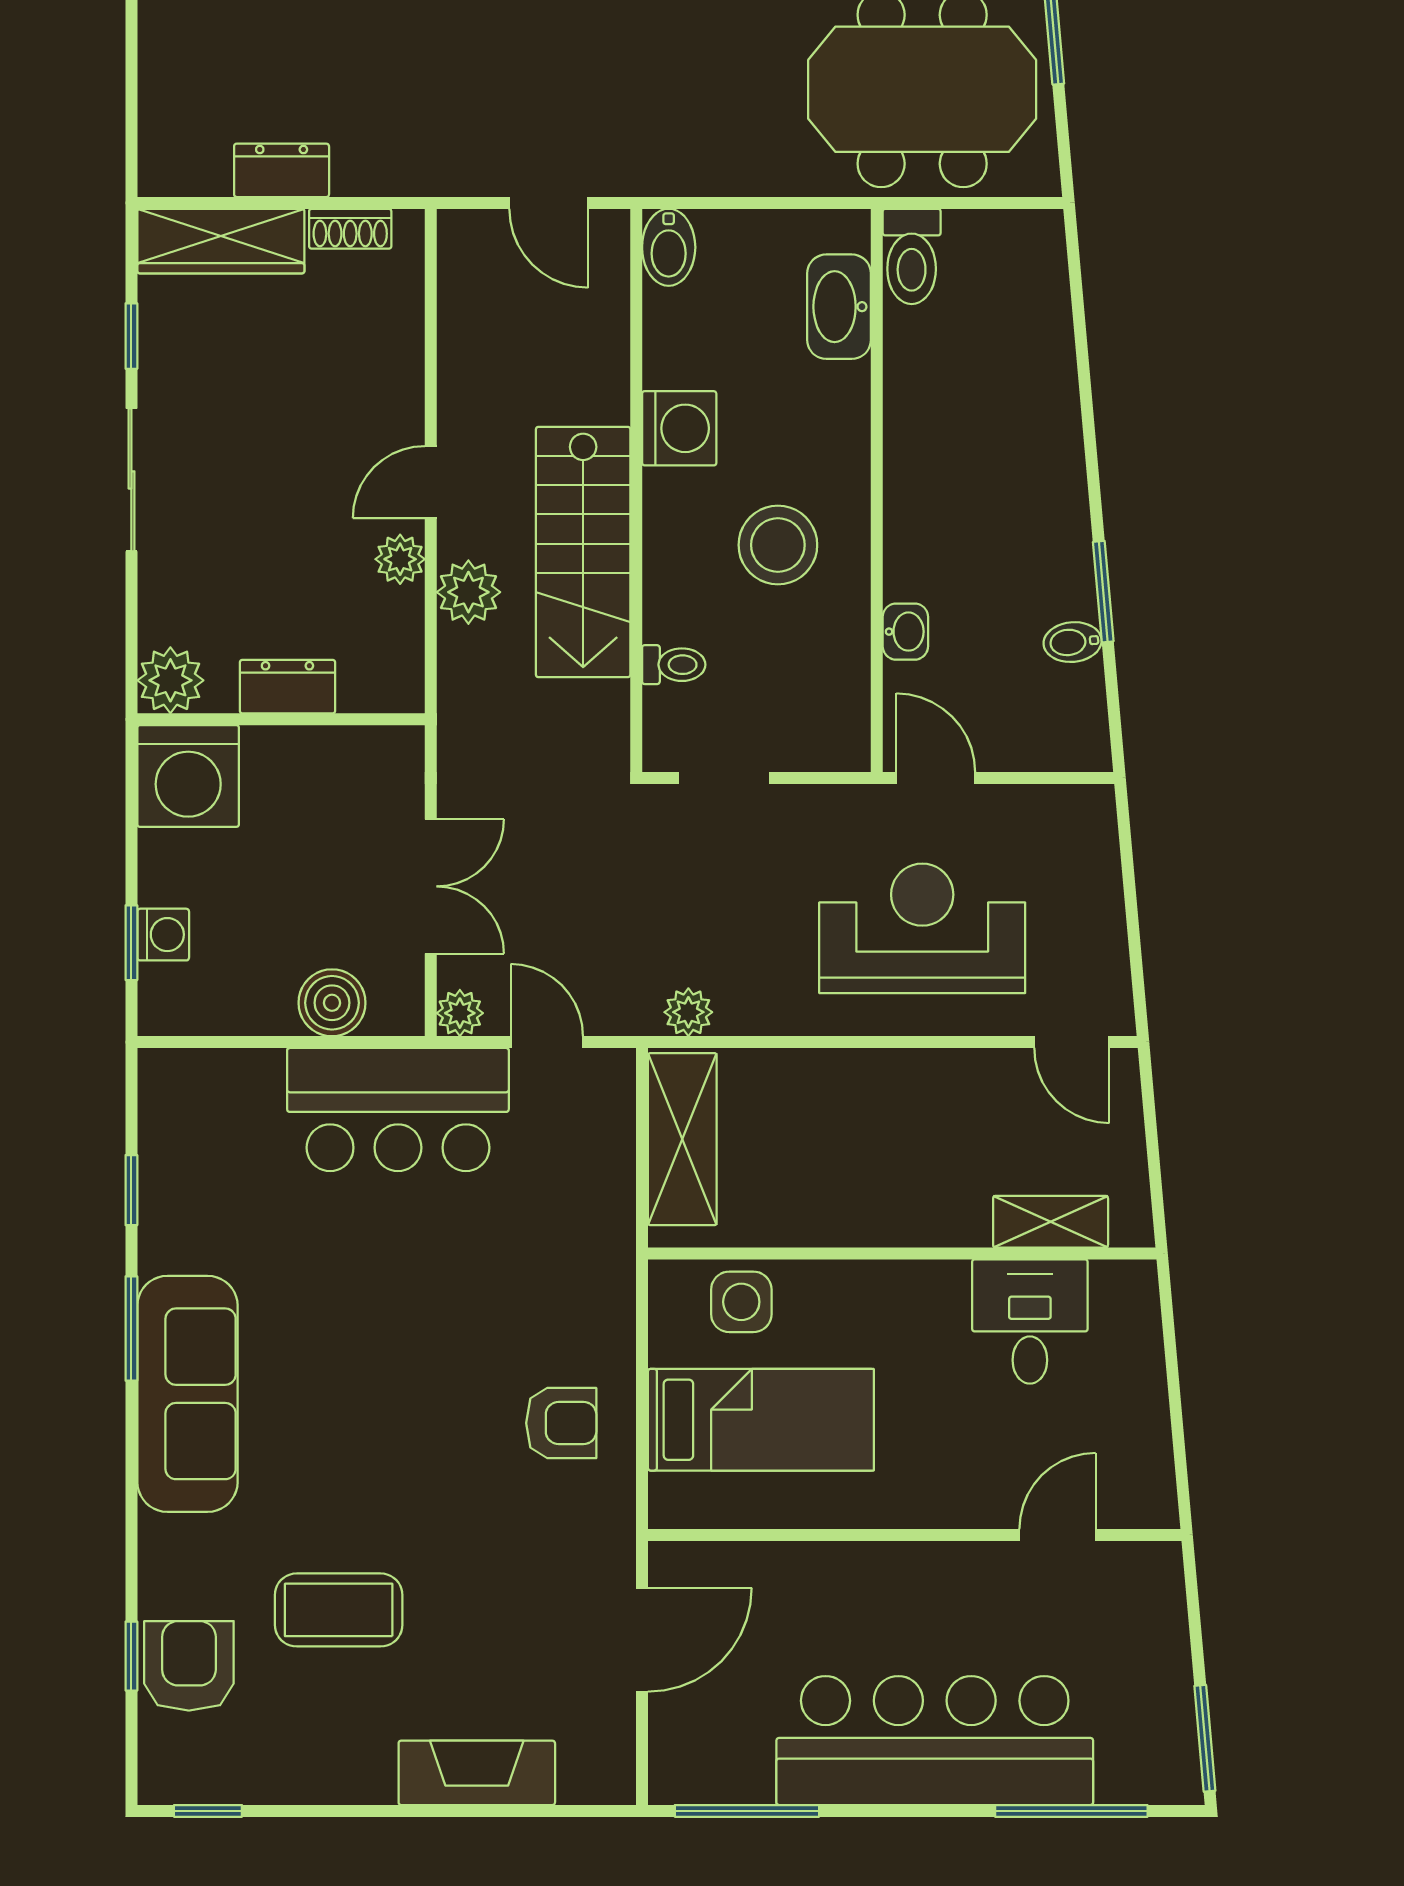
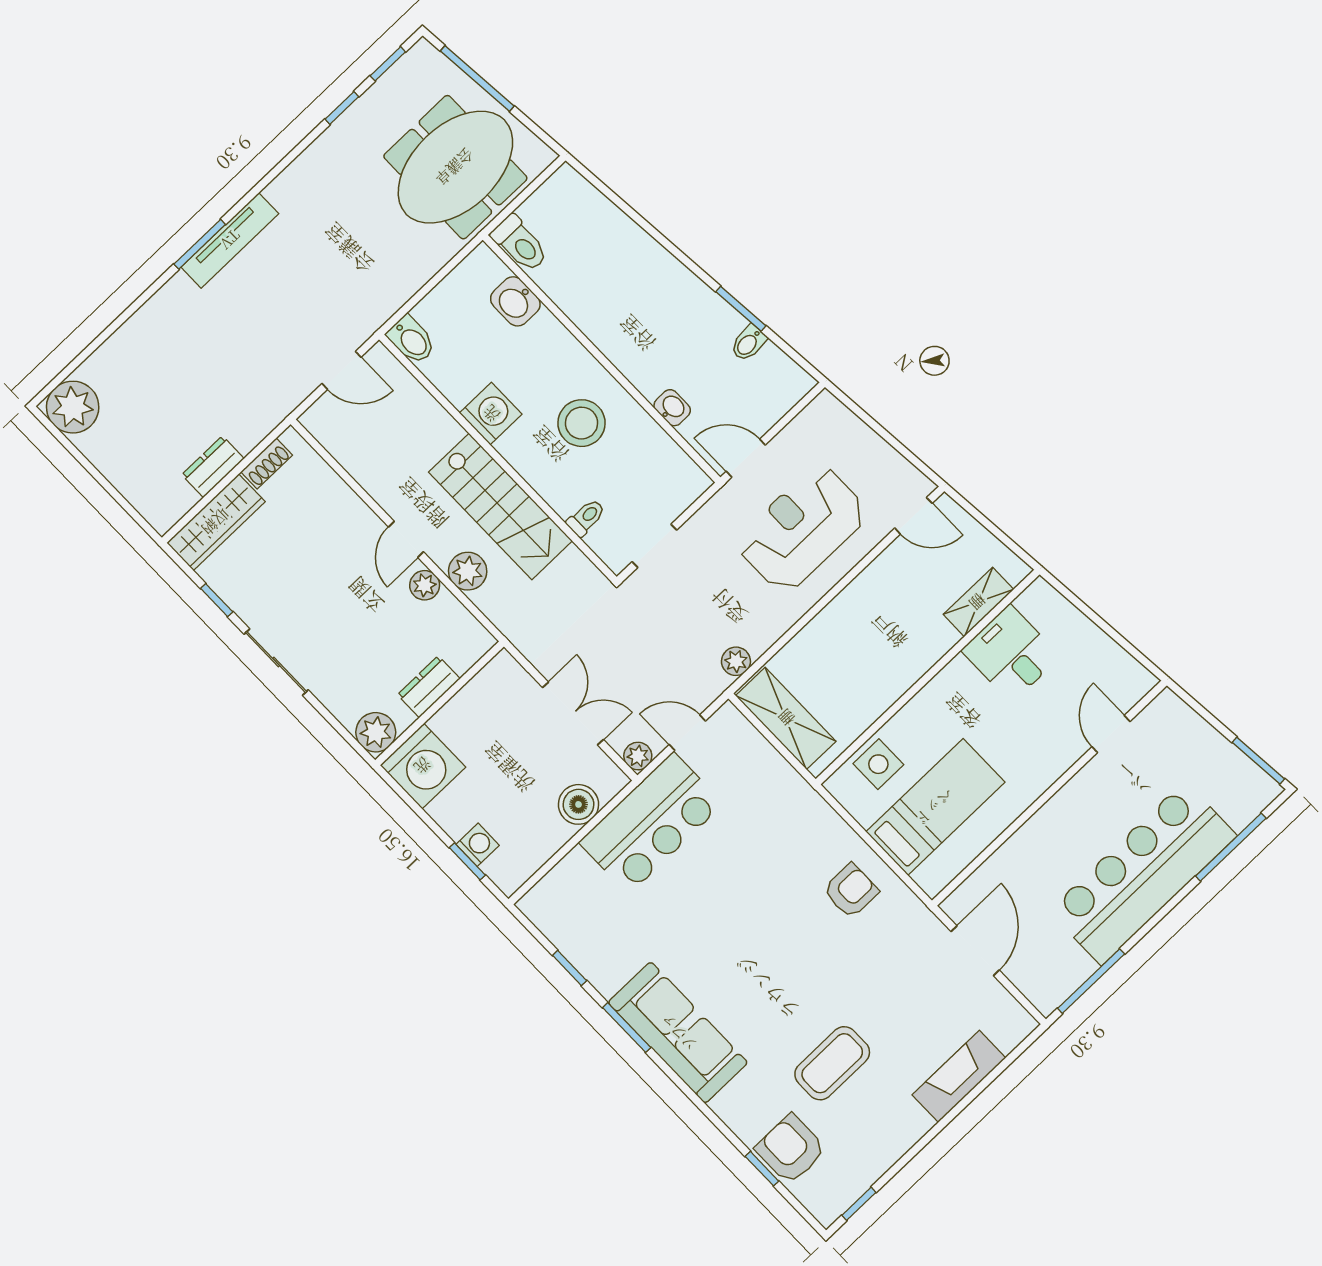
washbasin: (839, 307) -> (515, 301), width x0.72

